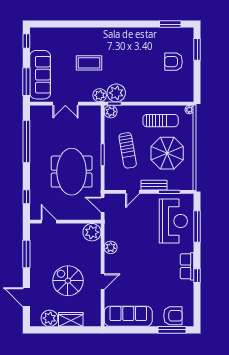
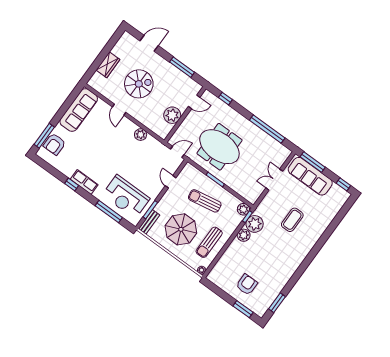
plant: (100, 95) -> (244, 235), moved
bench: (154, 185) -> (149, 222), moved
plant: (92, 232) -> (172, 115), moved
plant: (49, 318) -> (121, 49), removed

